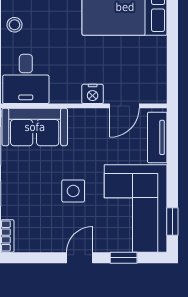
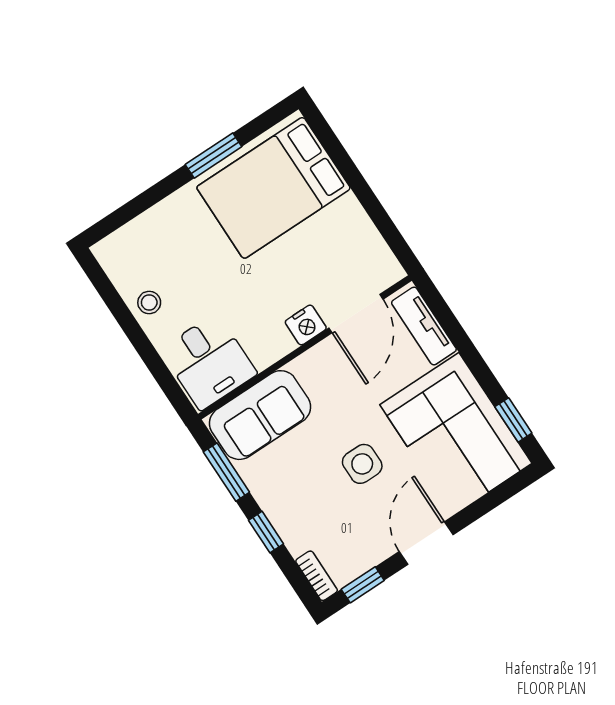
door: (124, 106) -> (356, 314), width x1.38
door: (80, 258) -> (426, 543), width x1.38
window: (124, 258) -> (363, 585), moved

